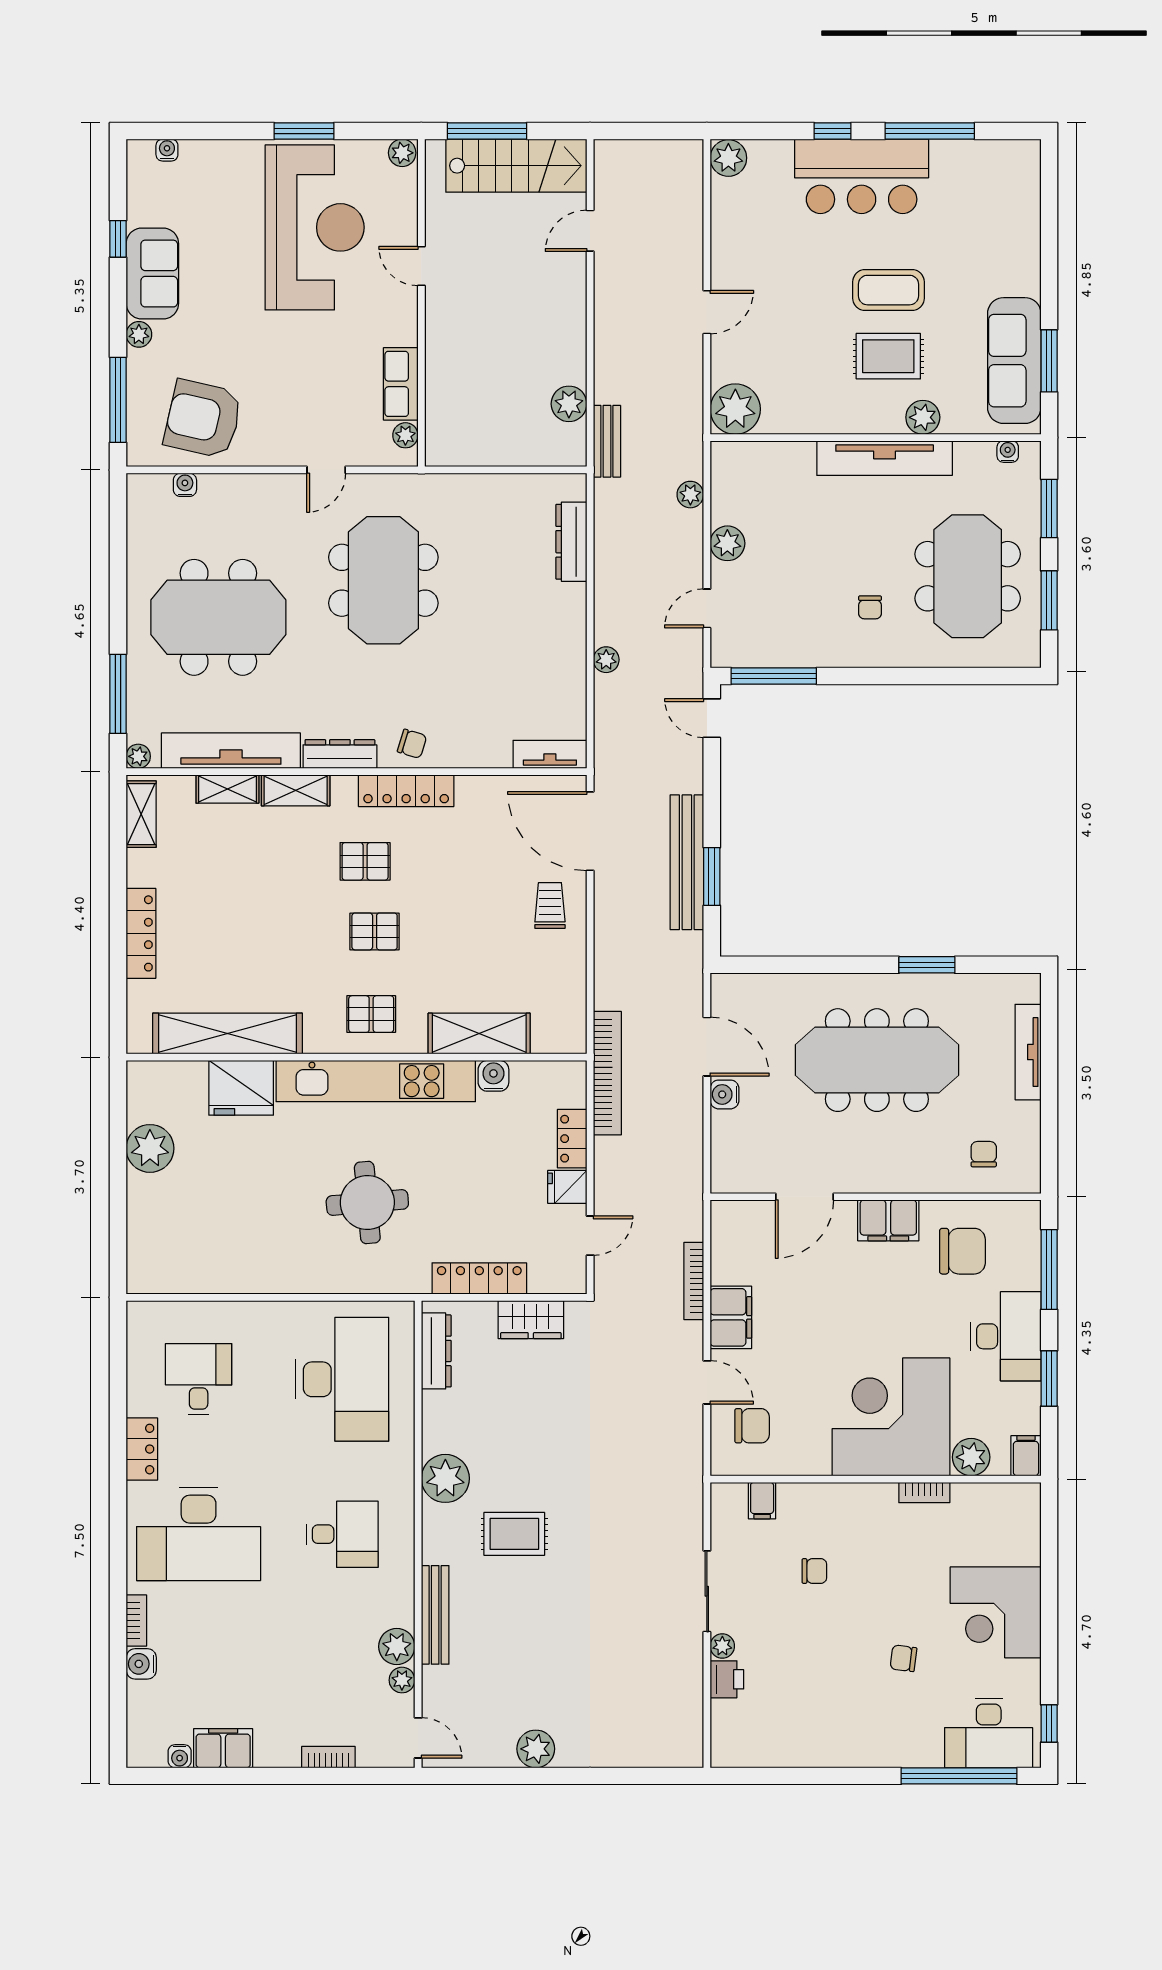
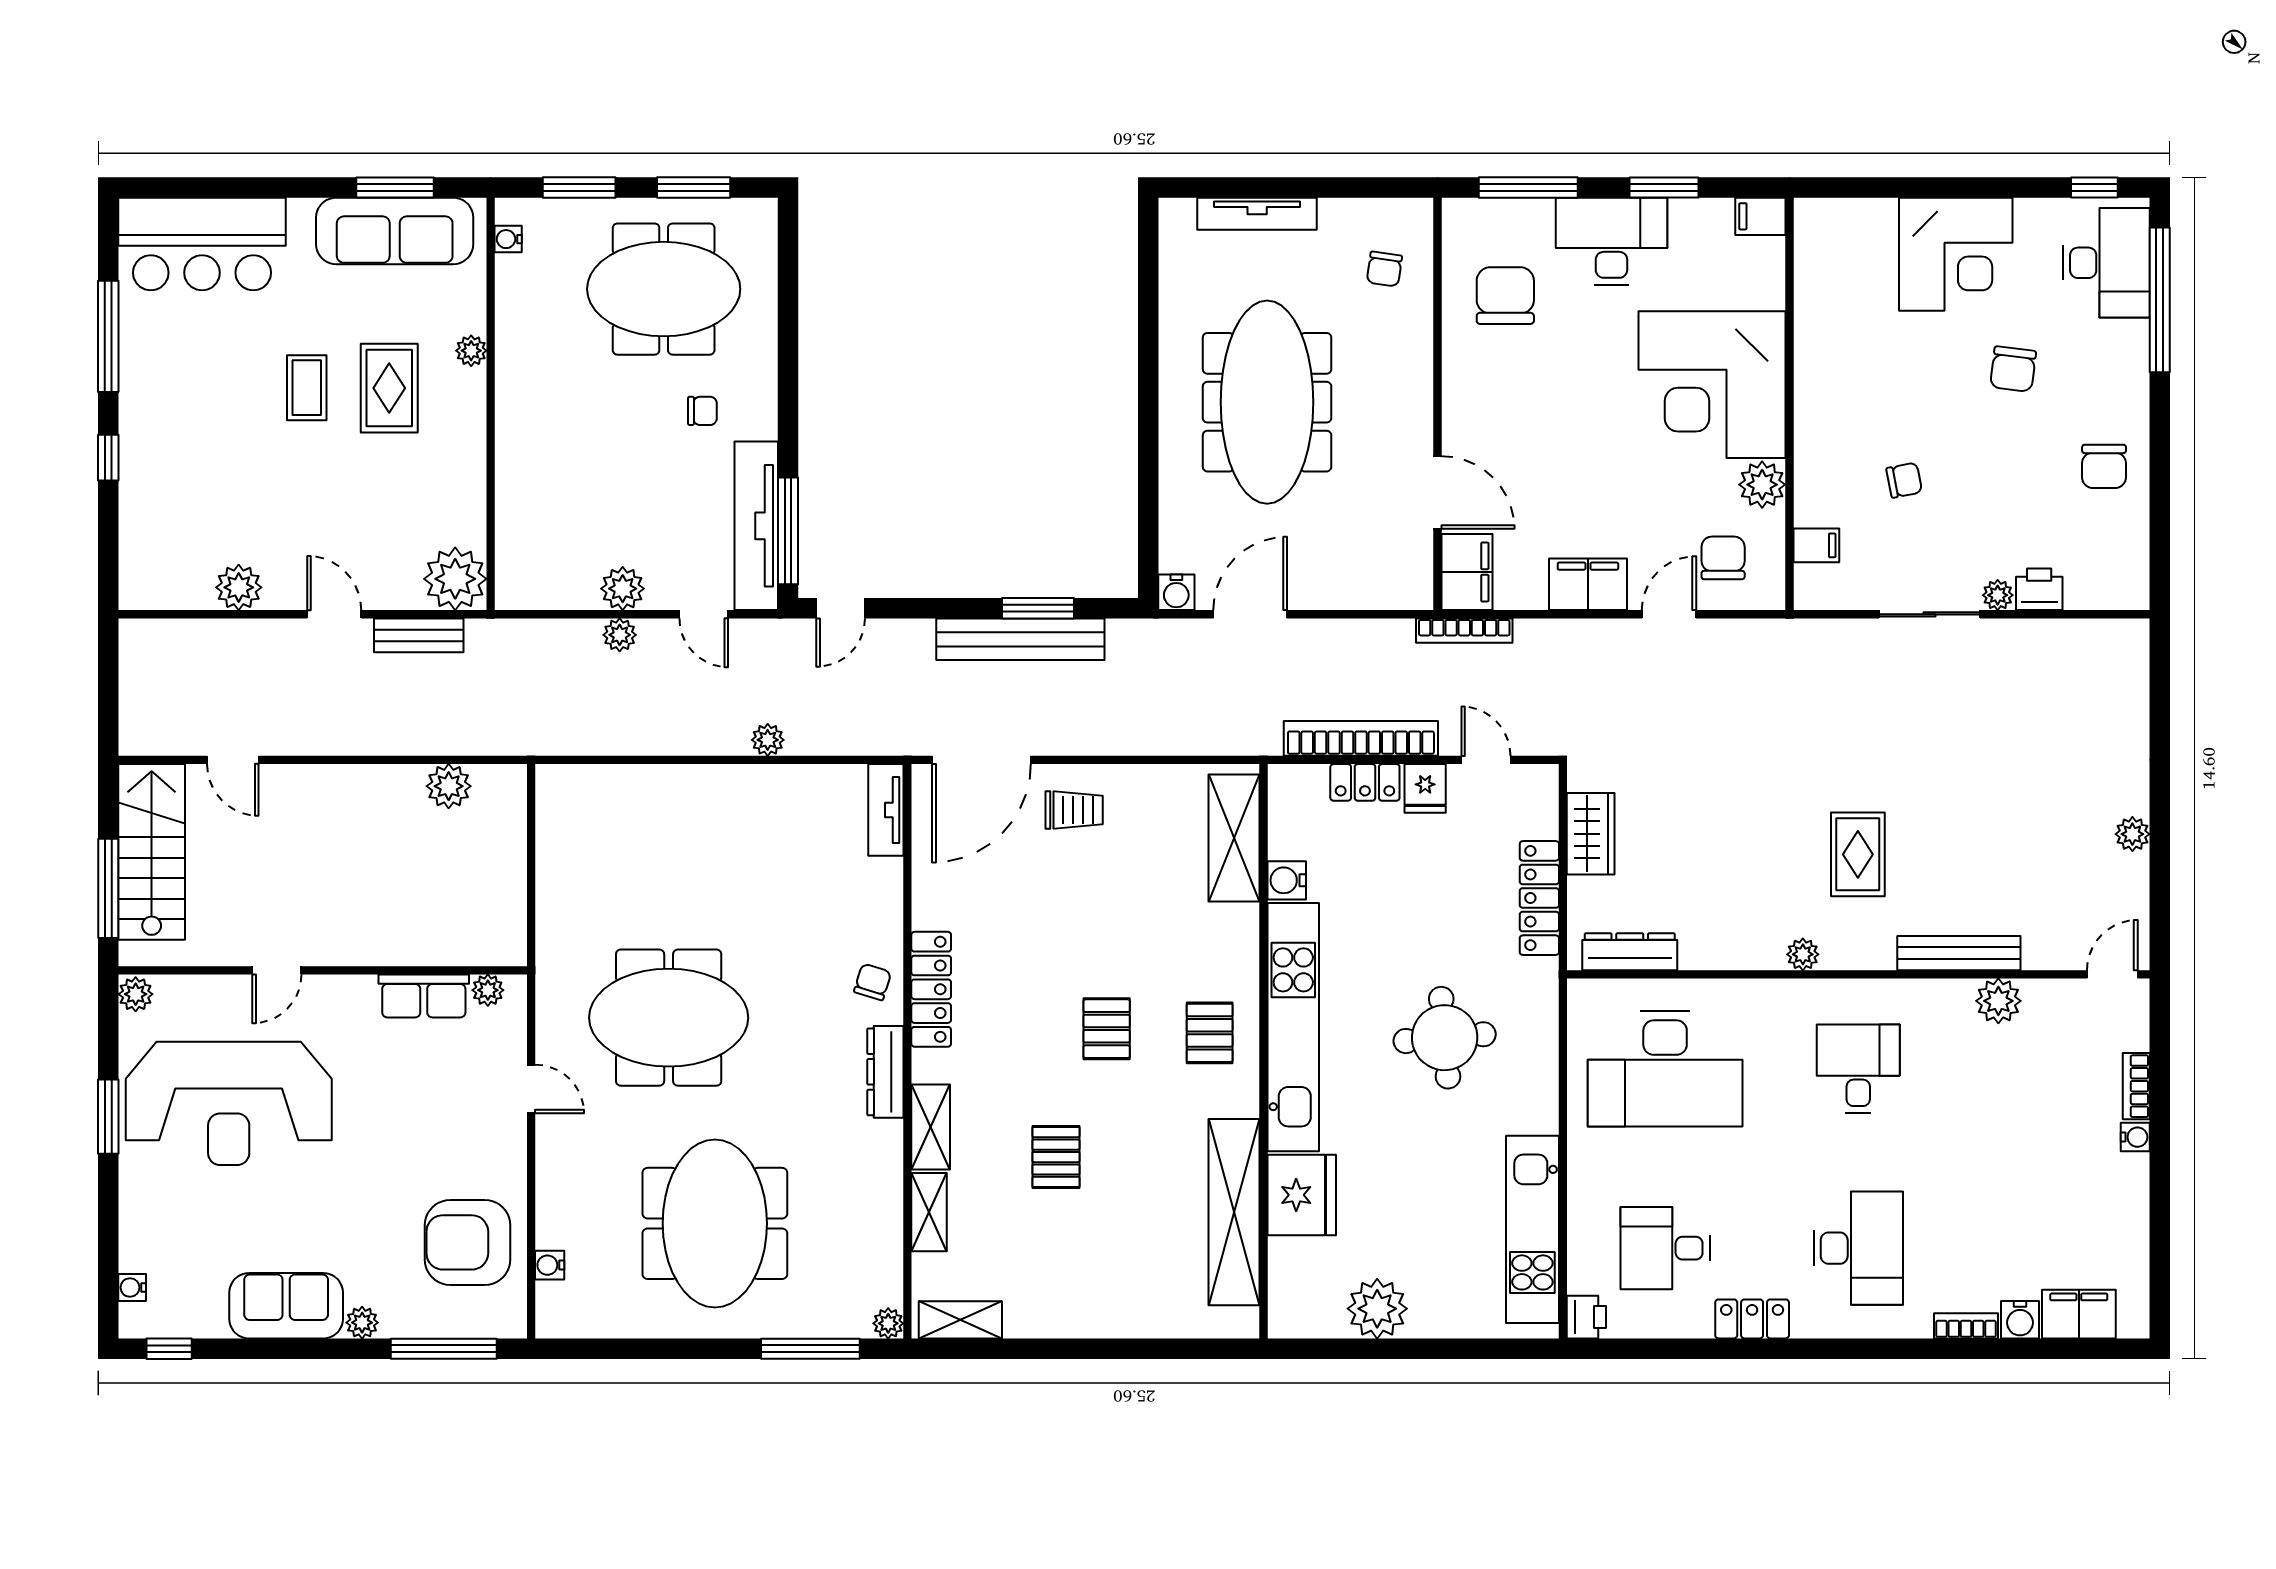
plant: (728, 158) -> (239, 587), moved
bar counter: (862, 176) -> (202, 244), moved, turned 90
reception desk: (315, 227) -> (229, 1103), turned 180
window: (118, 239) -> (169, 1349), moved
coffee table: (888, 290) -> (307, 388), width x0.73, depth x0.77
plant: (923, 417) -> (471, 351), width x0.73, depth x0.73
armchair: (203, 419) -> (468, 1242), turned 77
bench: (607, 441) -> (419, 635), moved
tv unit: (885, 458) -> (756, 526), moved, turned 180
plant: (690, 495) -> (620, 635), moved
dresser: (571, 542) -> (621, 783), removed
tv unit: (231, 751) -> (881, 1208), removed
pallet: (365, 861) -> (1056, 1157), moved
trolley: (550, 905) -> (1074, 810), turned 180
locker: (141, 933) -> (1109, 1320), removed
window: (927, 965) -> (1148, 340), removed
shelving: (479, 1034) -> (1234, 838), moved
bookcase: (607, 1073) -> (1361, 738), moved
water cooler: (724, 1094) -> (1176, 592), moved
chair: (984, 1154) -> (1384, 269), turned -82
filing cabinet: (888, 1220) -> (1467, 572), moved
kitchen unit: (214, 1273) -> (1532, 1229), added
bookcase: (694, 1281) -> (1464, 631), moved
printer: (143, 1316) -> (1586, 1317), added
desk: (342, 1379) -> (1665, 1069), turned 180
plant: (971, 1457) -> (1762, 485), moved
plant: (445, 1478) -> (1803, 954), width x0.53, depth x0.53
bookcase: (924, 1492) -> (1806, 343), removed
desk: (199, 1534) -> (1858, 1248), width x0.73, depth x0.77
chair: (814, 1571) -> (1904, 480), turned 79
chair: (903, 1658) -> (2013, 369), width x1.37, depth x1.37
plant: (402, 1680) -> (2040, 994), removed
chair: (825, 1731) -> (2104, 466), added
filing cabinet: (223, 1748) -> (2079, 1314), moved, turned 90
plant: (536, 1749) -> (2132, 834), width x0.73, depth x0.73
water cooler: (180, 1756) -> (2135, 1137), moved

